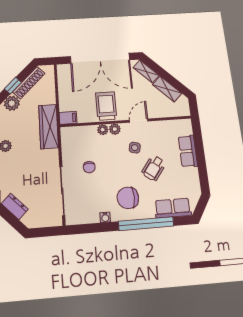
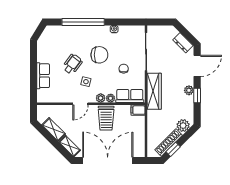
window: (13, 86) -> (173, 149), moved
wardrobe: (49, 126) -> (154, 91), moved
chair: (128, 198) -> (99, 55), moved
row of seats: (173, 208) -> (130, 96), moved, turned 180

